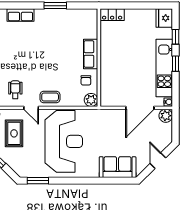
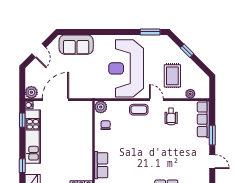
row of seats: (91, 54) -> (101, 165), moved
window: (175, 64) -> (22, 120), moved

